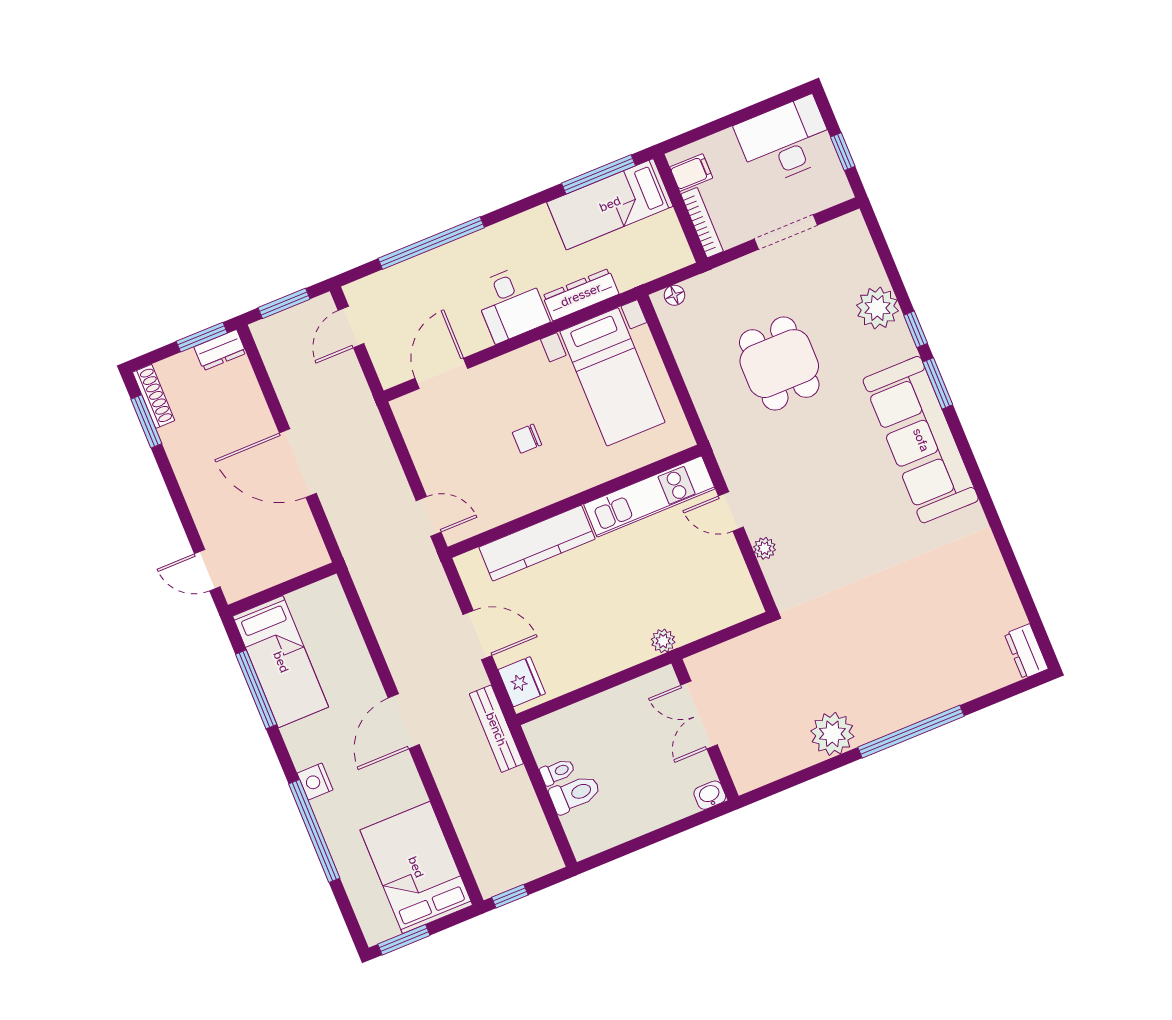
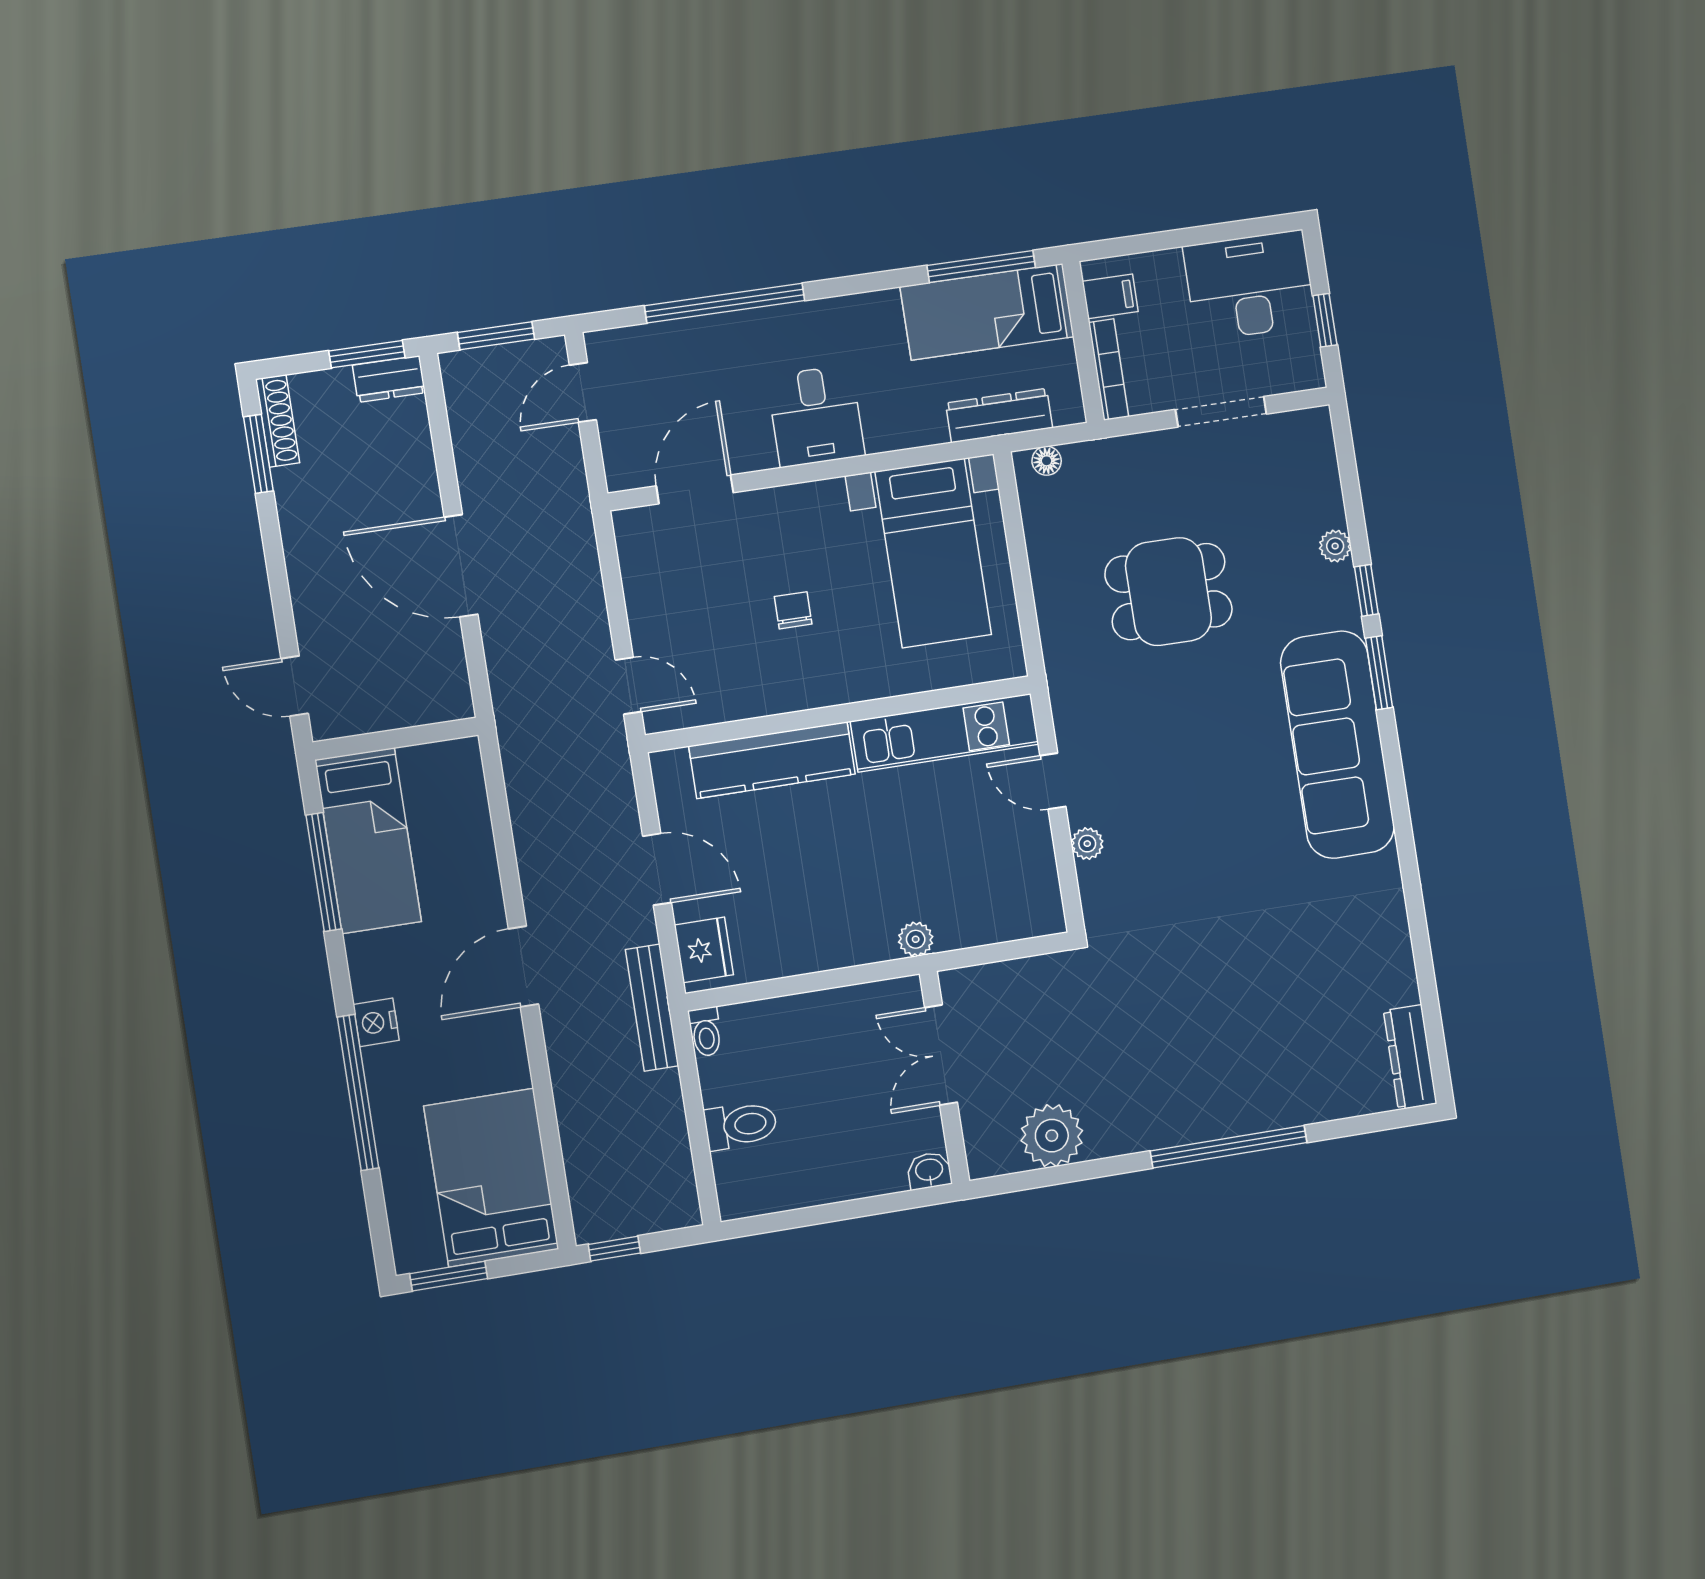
dresser: (581, 295) -> (999, 415), moved
plant: (877, 308) -> (1335, 546), width x0.53, depth x0.53
dining table: (779, 364) -> (1169, 592), turned 90
chair: (527, 439) -> (793, 610), turned 90
dresser: (1026, 651) -> (1410, 1057), width x1.44
plant: (832, 734) -> (1052, 1136), moved
toilet: (557, 772) -> (706, 1032), moved, turned 90

